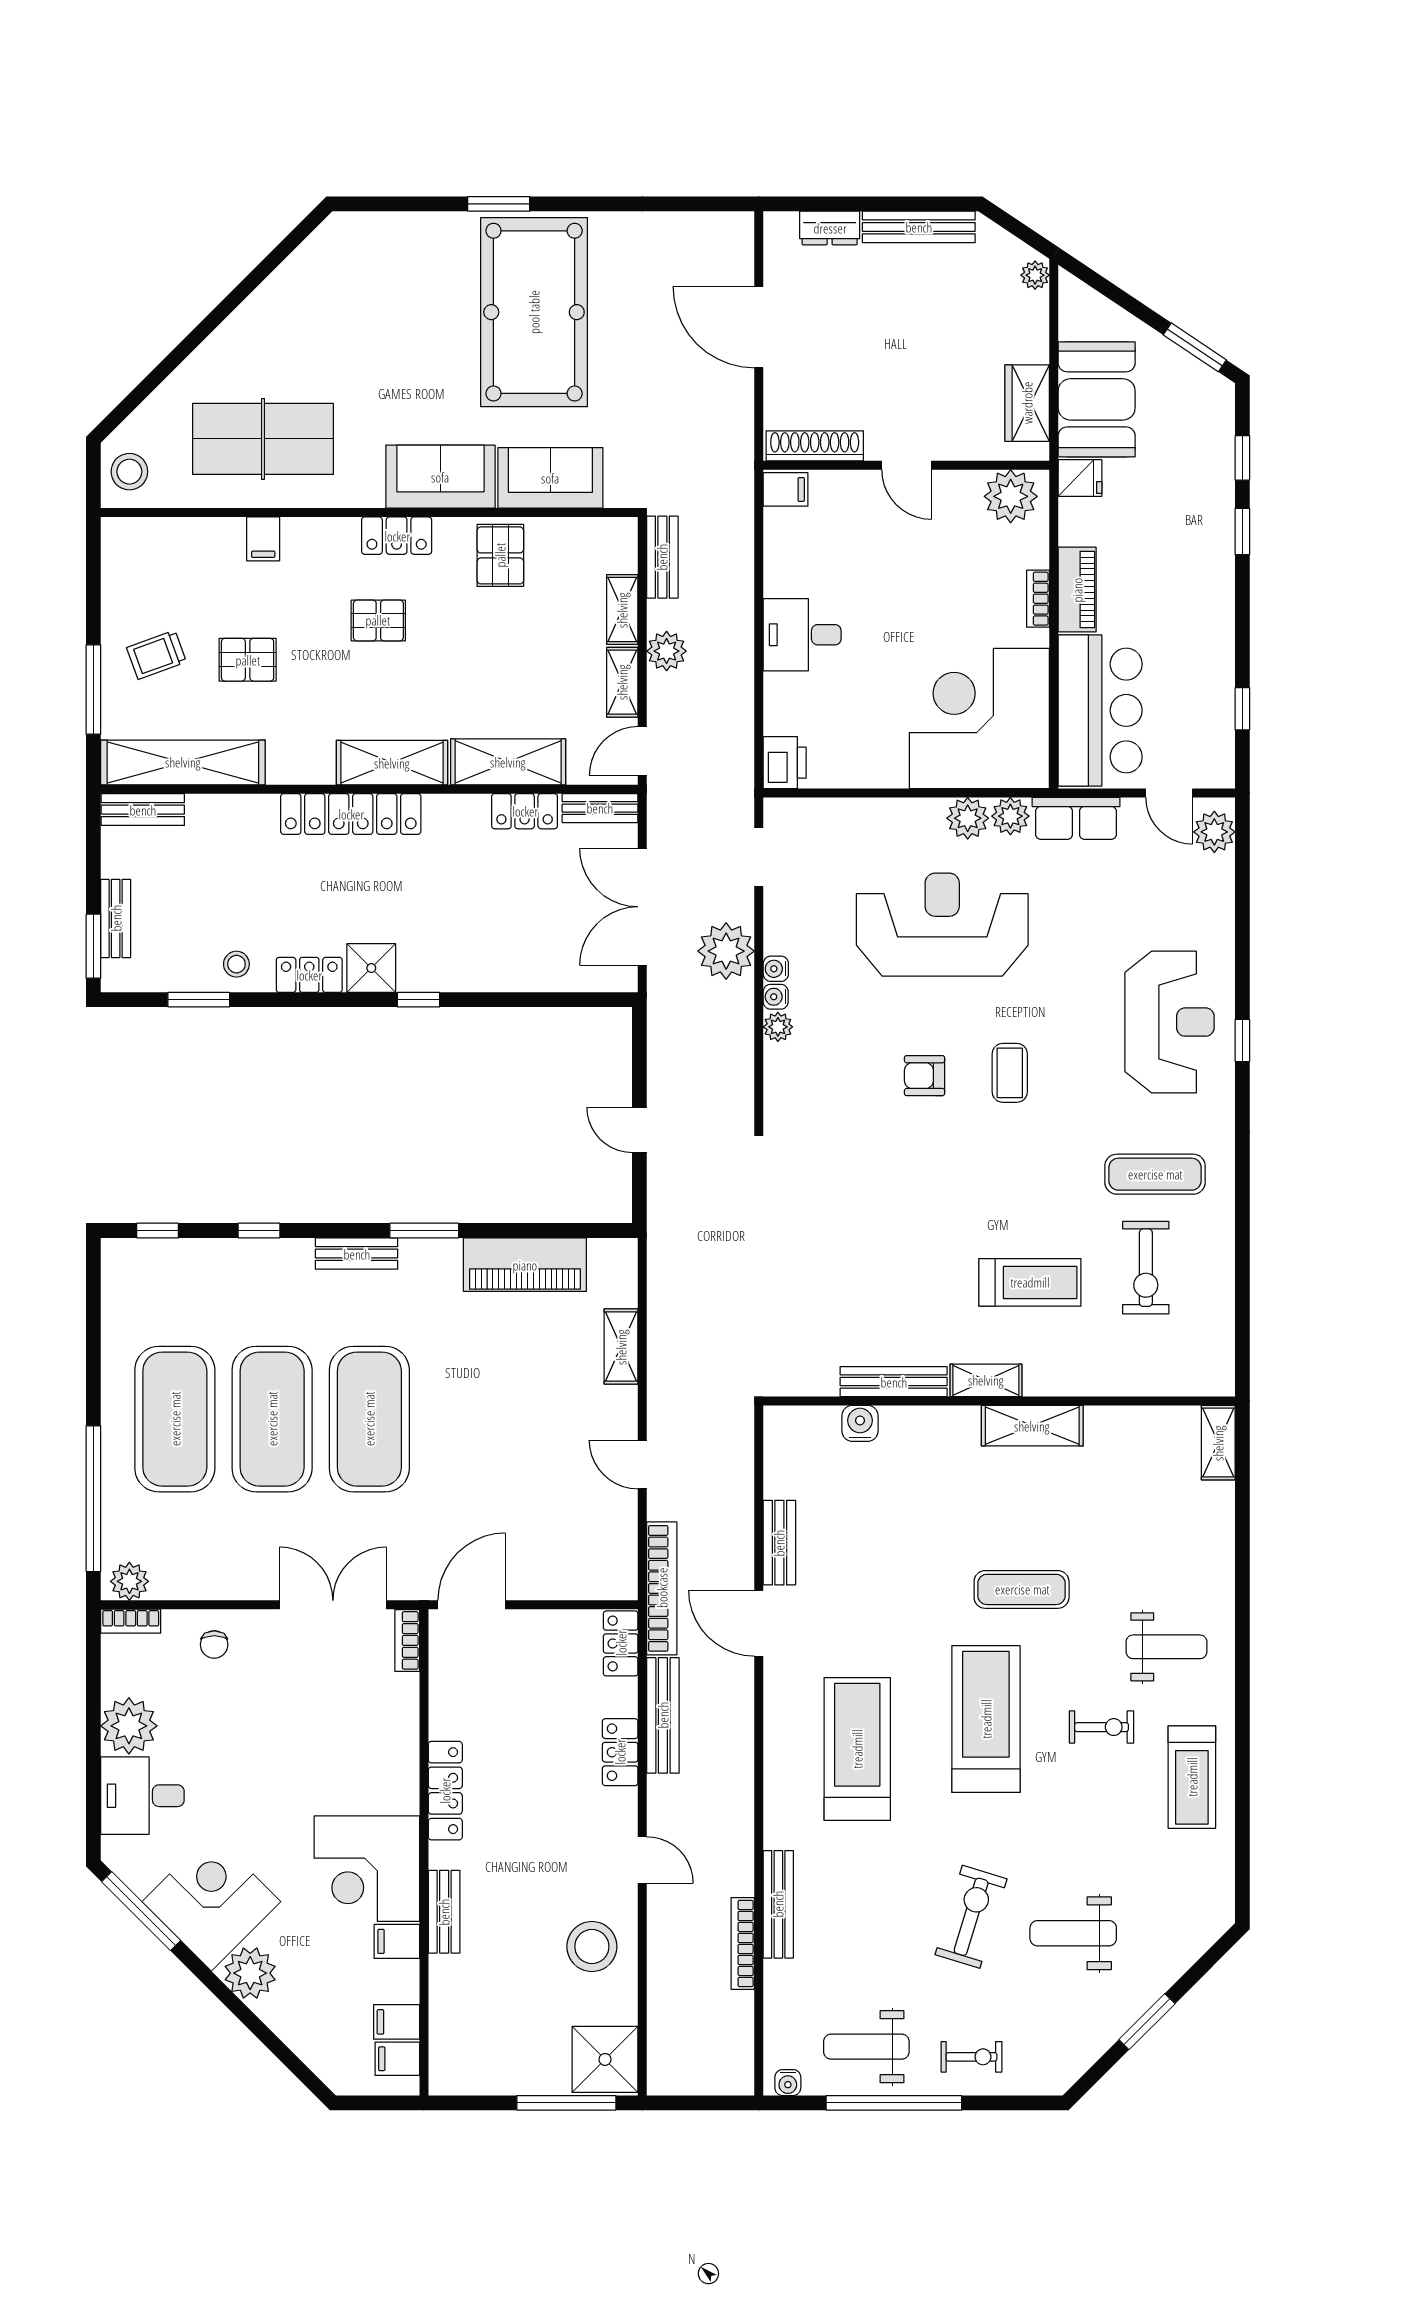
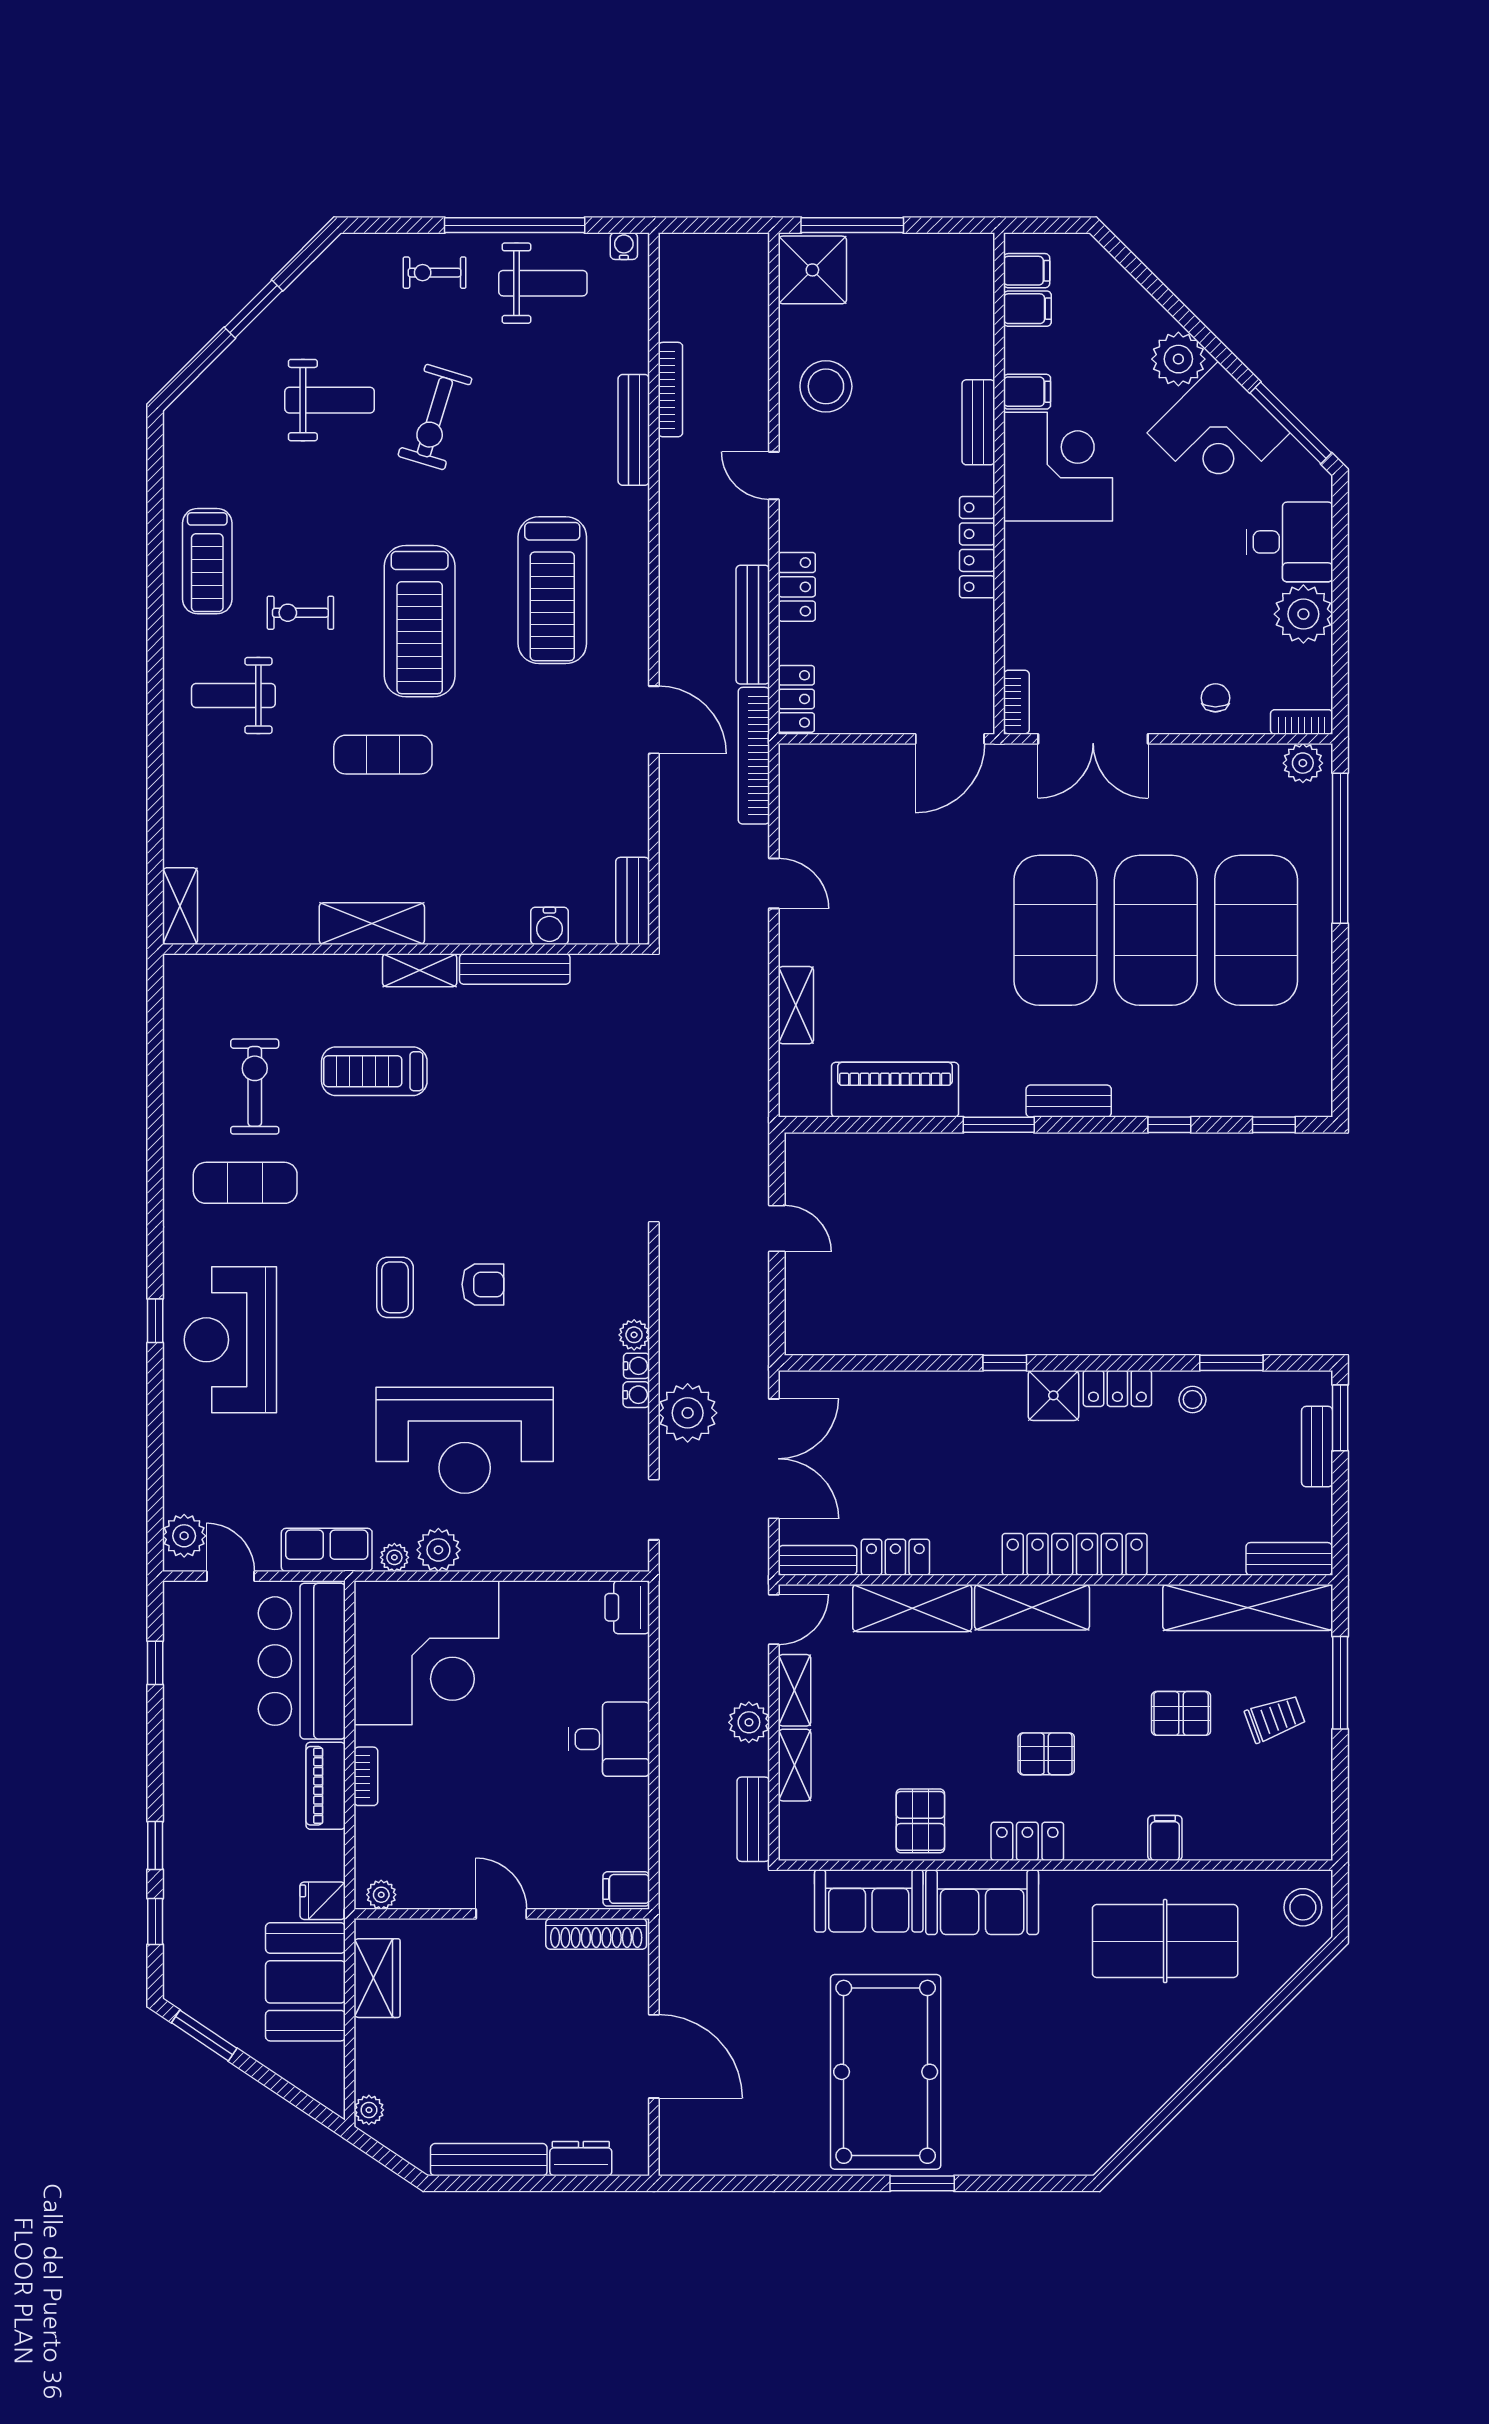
plant: (1011, 496) -> (381, 1895), width x0.53, depth x0.53
plant: (1010, 816) -> (394, 1557), width x0.73, depth x0.73
bench: (779, 1543) -> (633, 901), moved
treadmill: (1192, 1777) -> (207, 561), turned 180

